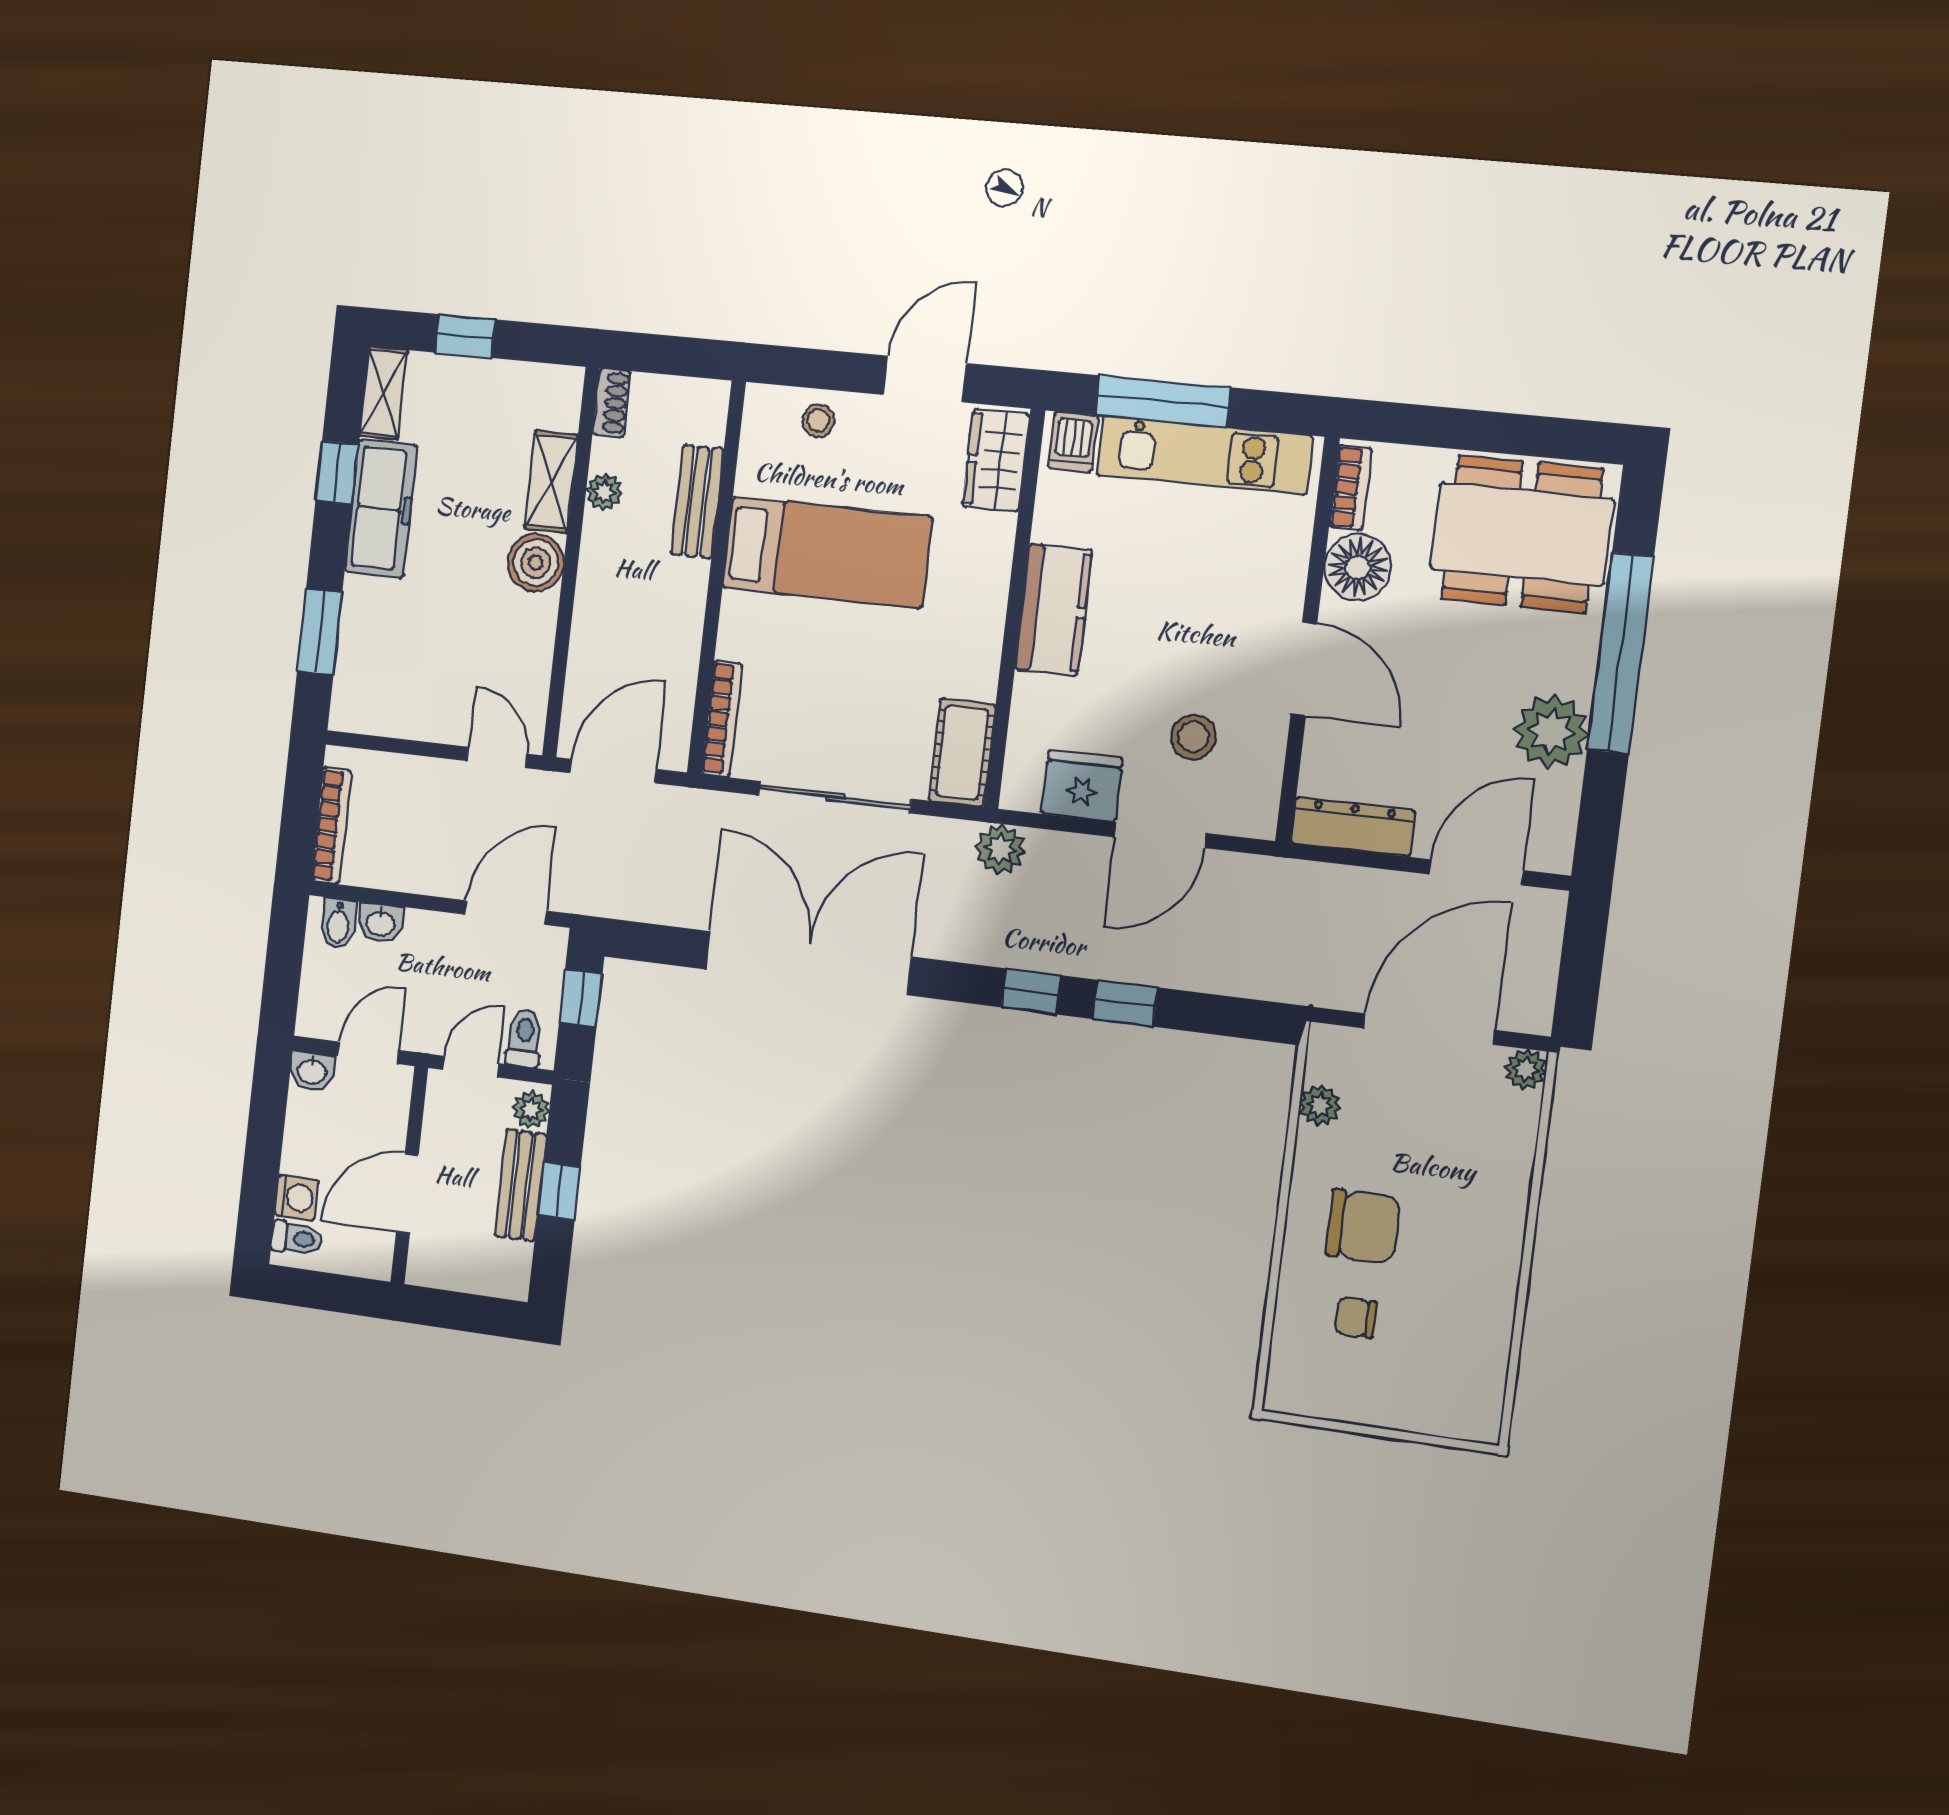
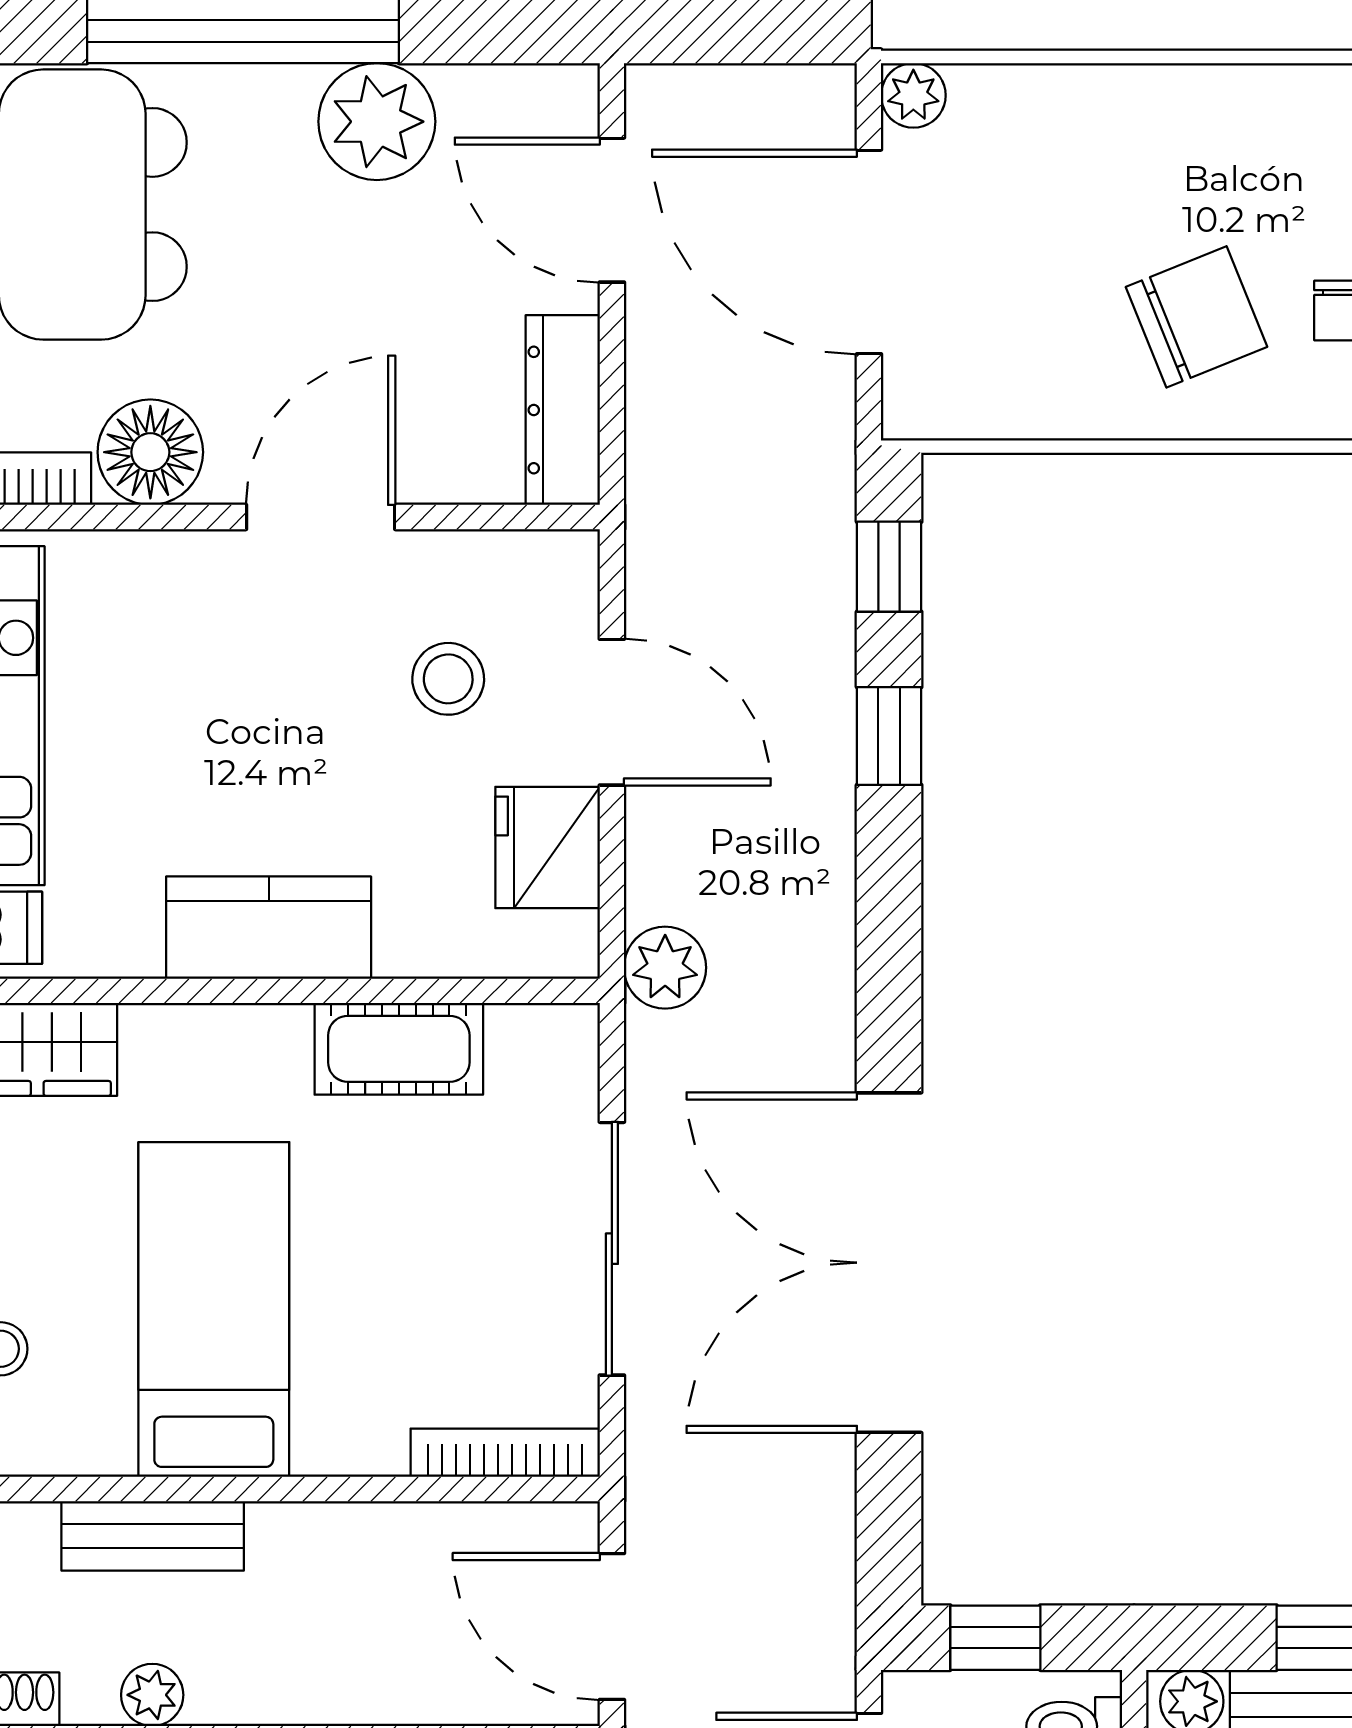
cot: (962, 753) -> (399, 1049), moved
window: (1031, 991) -> (889, 567), moved
plant: (1320, 1105) -> (1012, 408), removed
chair: (1363, 1226) -> (1196, 317), turned 68

